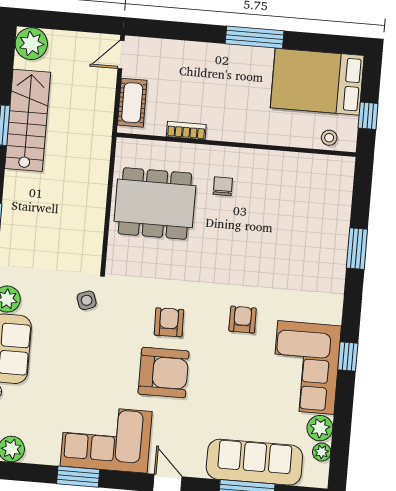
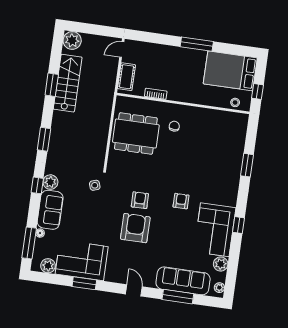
armchair: (164, 373) -> (135, 228), turned -90
corner sofa: (106, 439) -> (82, 260), moved
plant: (322, 452) -> (219, 288), moved

